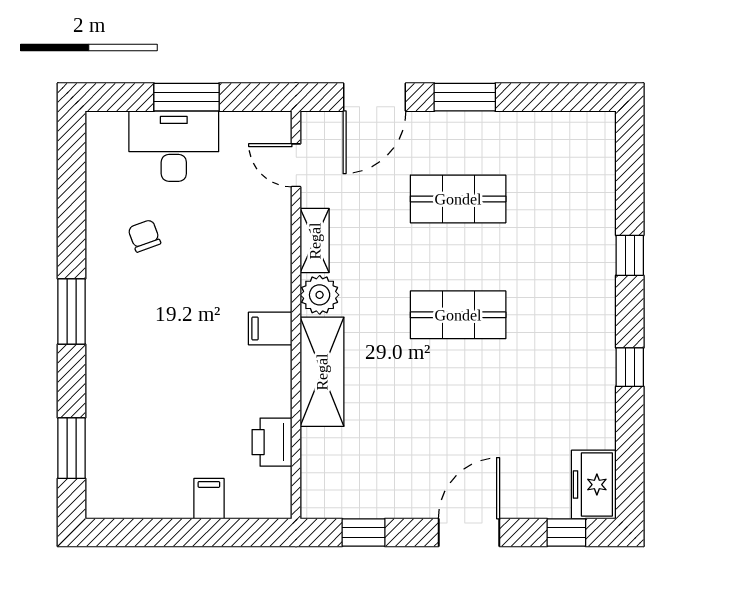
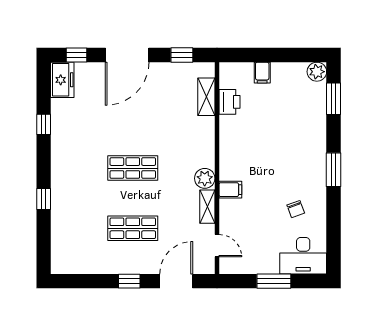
window: (465, 97) -> (129, 281), width x0.67
desk: (174, 146) -> (303, 256), moved
filing cabinet: (270, 329) -> (230, 190), moved
window: (630, 367) -> (44, 124), moved
shelving: (322, 372) -> (206, 97), moved, width x0.67, depth x0.75
plant: (104, 500) -> (317, 72), added
door: (469, 532) -> (127, 55), width x1.36

